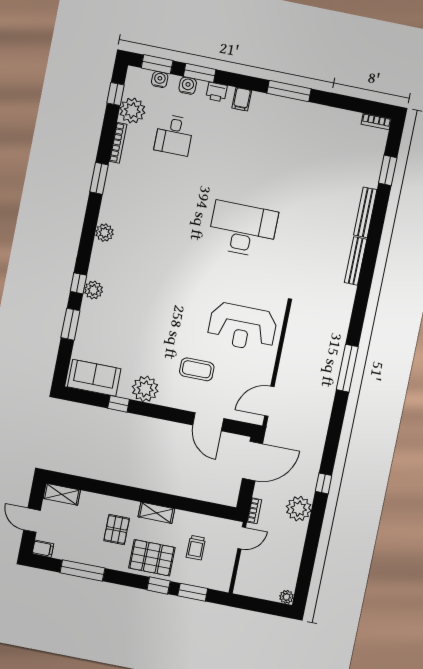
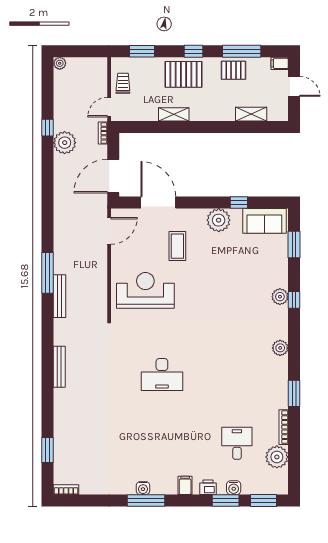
water cooler: (160, 79) -> (143, 488), moved
window: (116, 94) -> (294, 468), removed
bench: (365, 212) -> (59, 296), moved
desk: (243, 229) -> (162, 375), width x0.73, depth x0.77
window: (70, 324) -> (294, 244), moved
coffee table: (197, 369) -> (177, 246), turned 90
door: (208, 422) -> (158, 203), width x1.36
window: (324, 483) -> (48, 128), moved
shelving: (62, 494) -> (251, 114), moved
shelving: (156, 513) -> (174, 114), moved
pallet: (117, 529) -> (234, 70), moved, turned 90
trolley: (196, 548) -> (123, 83), moved
window: (159, 586) -> (193, 51), moved

